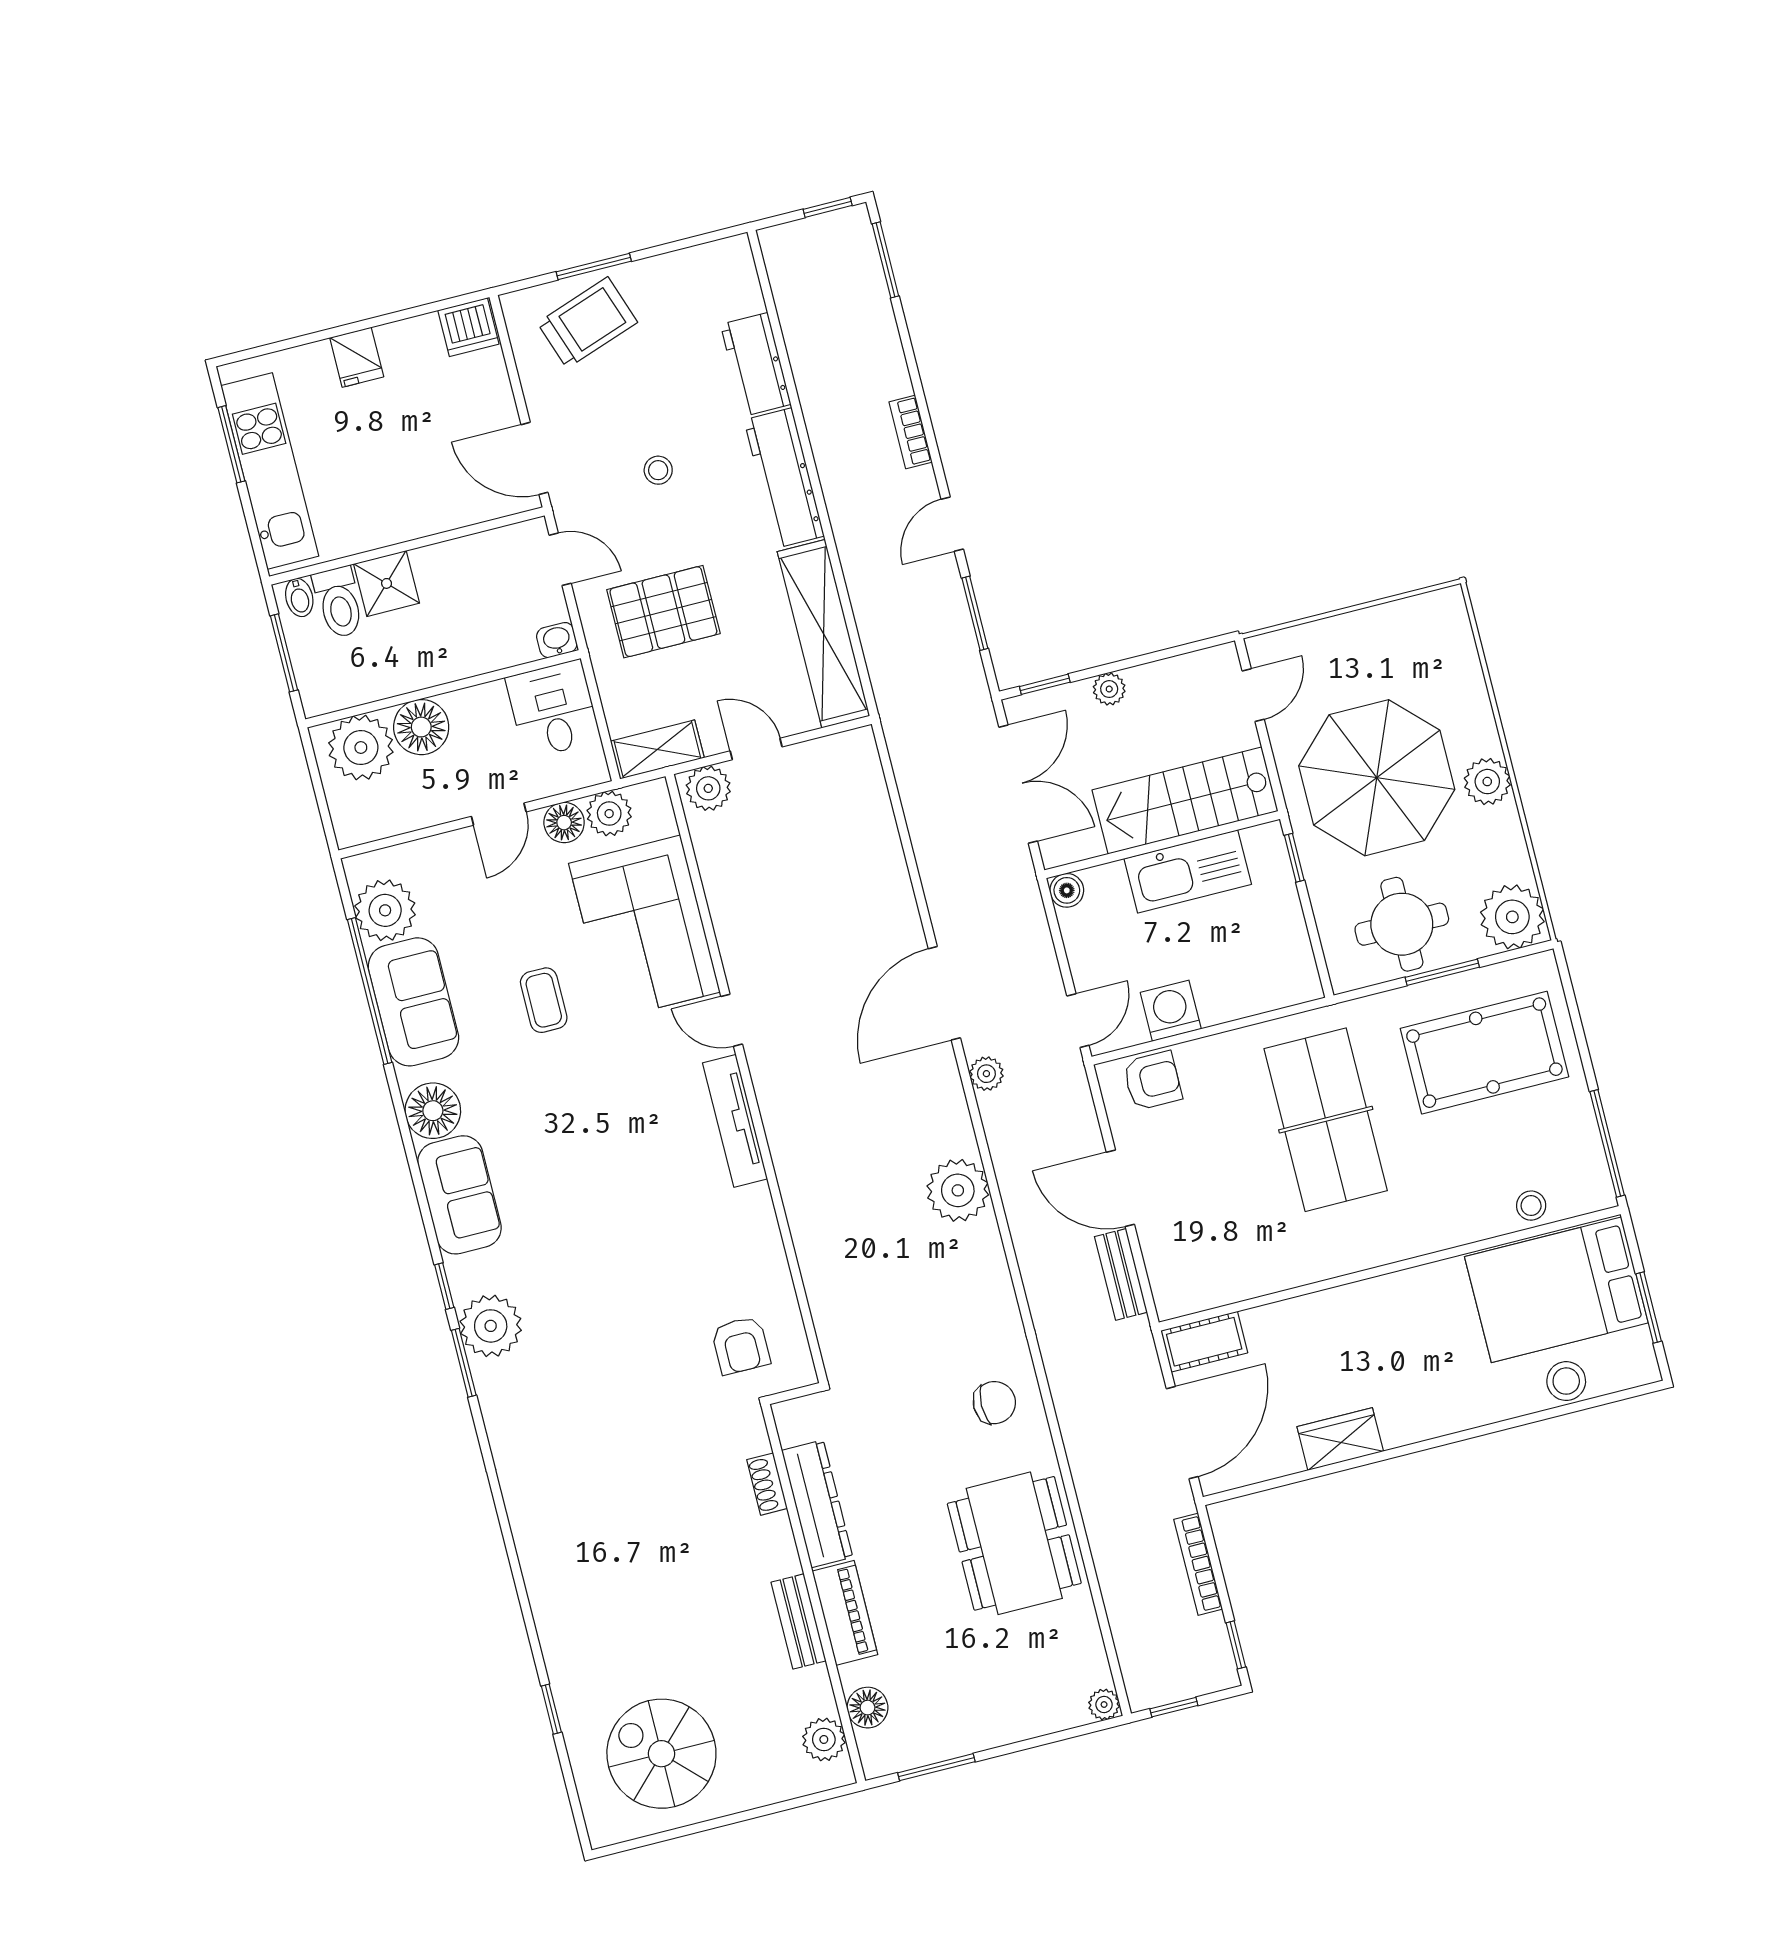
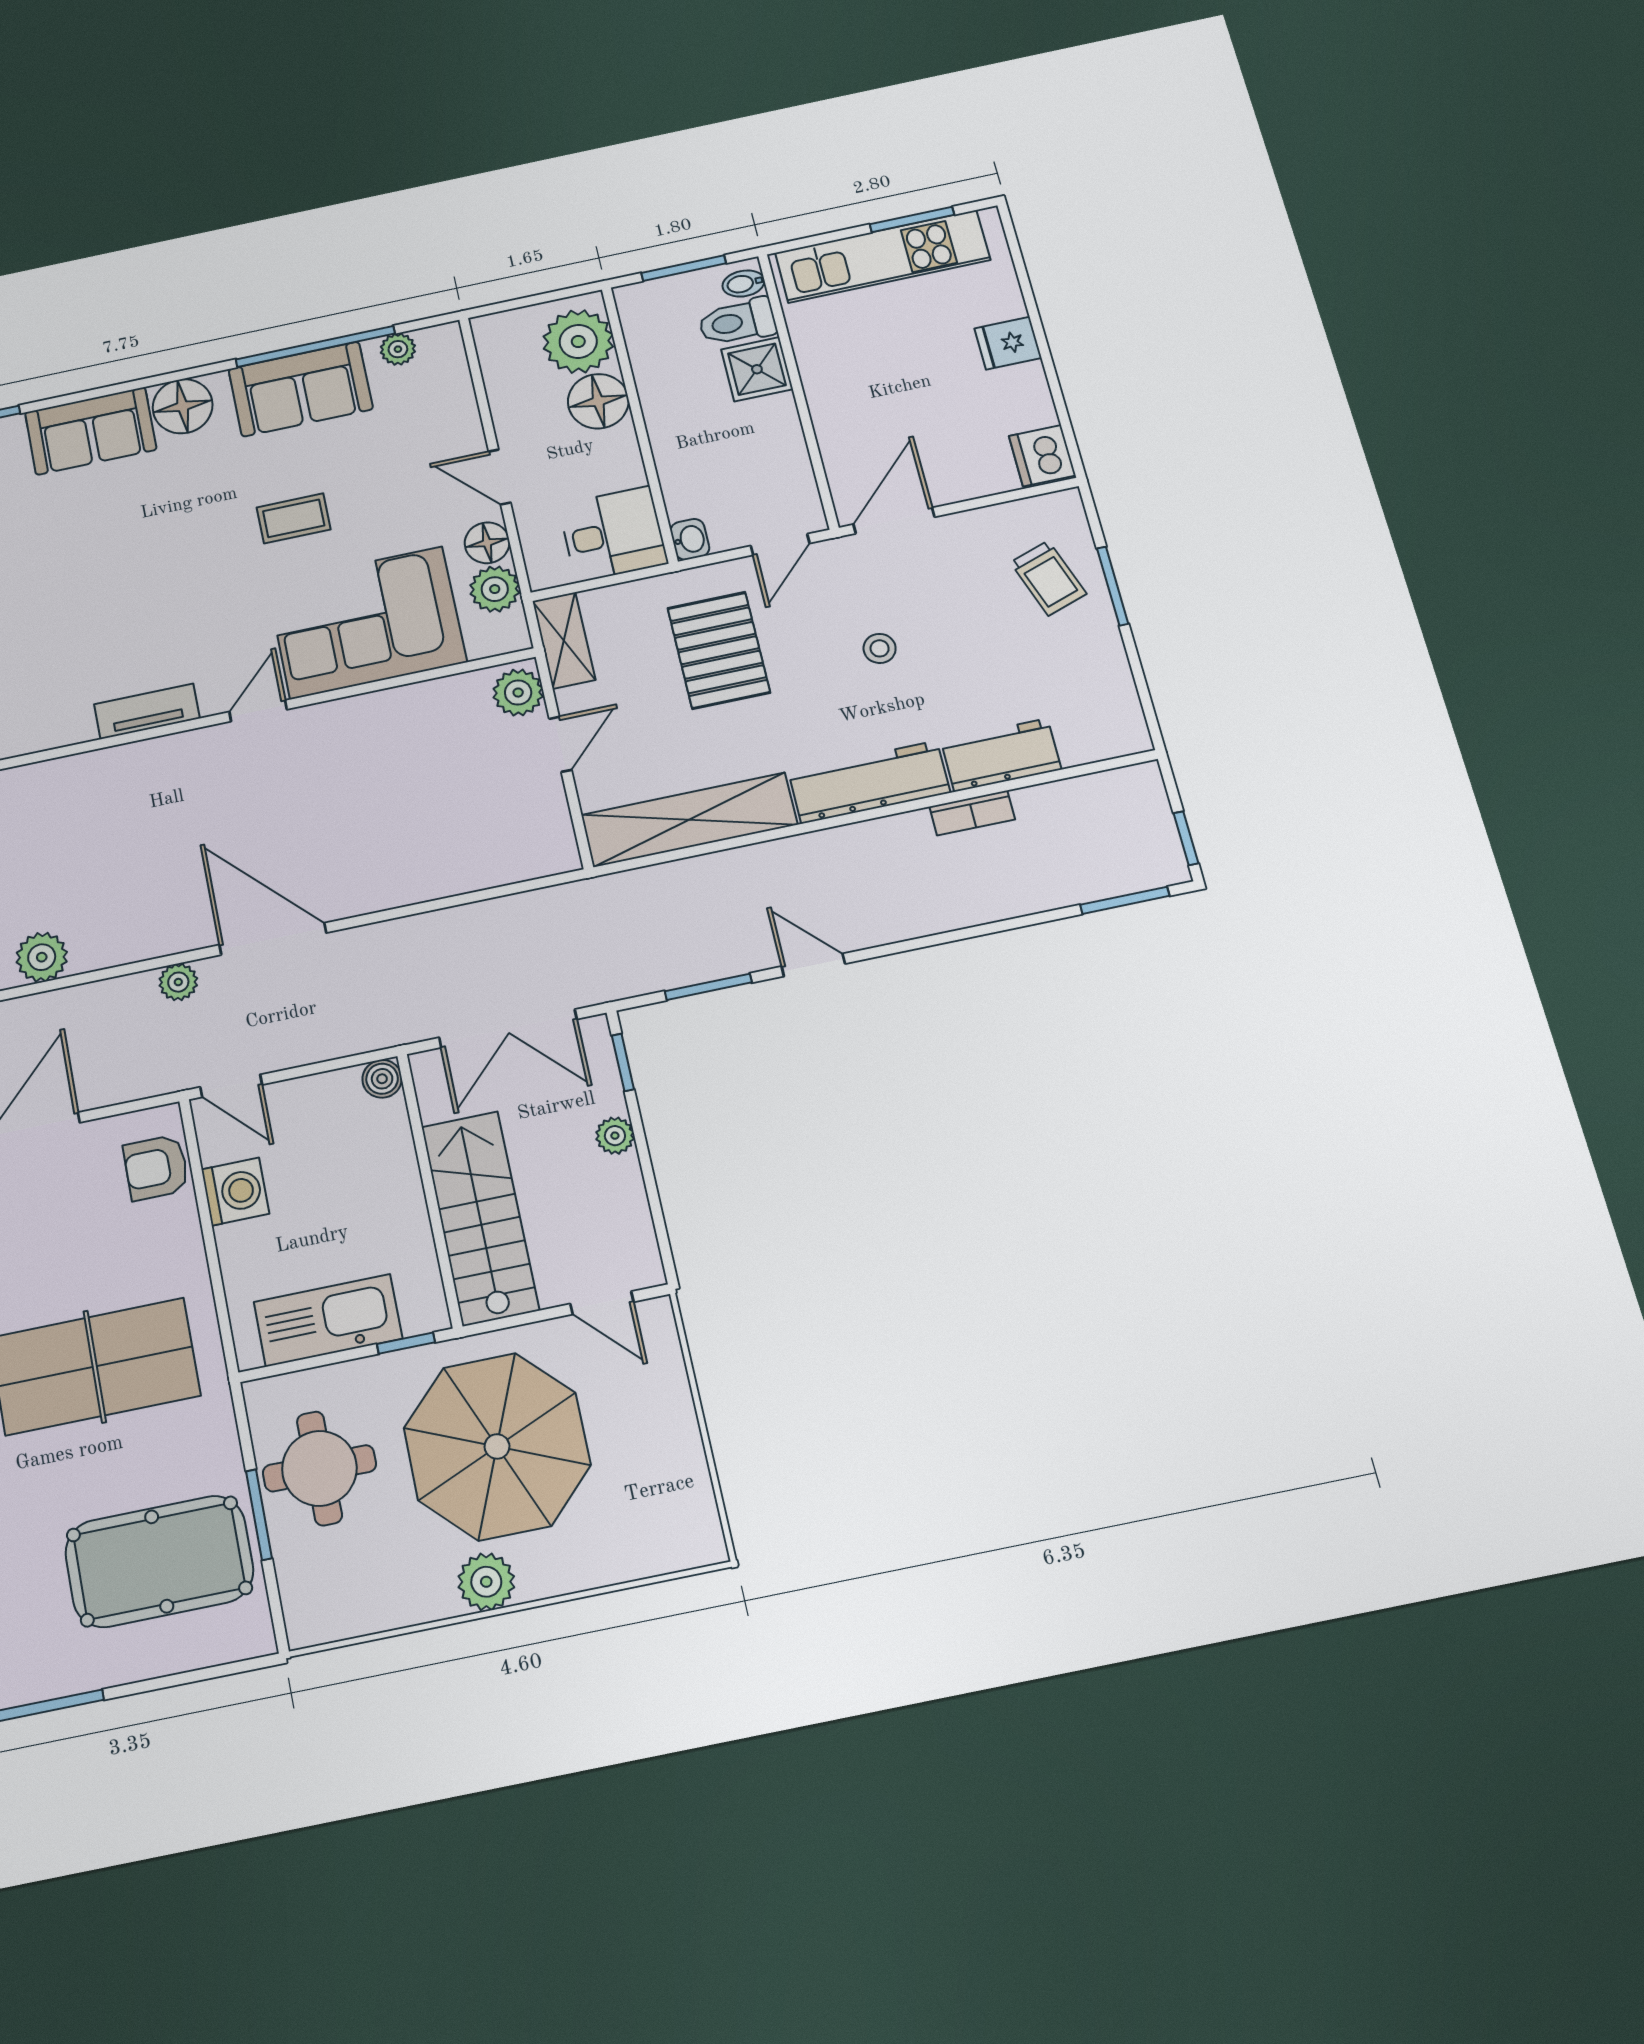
trolley: (587, 323) -> (1048, 578), width x0.73, depth x0.72
bookcase: (911, 432) -> (972, 813), moved, turned 180
kitchen sink: (1188, 871) -> (328, 1320), moved, turned 90
plant: (385, 910) -> (398, 349), width x0.53, depth x0.53
plant: (1512, 917) -> (320, 1604), removed
pool table: (1484, 1053) -> (159, 1561), turned 90
armchair: (1152, 1081) -> (156, 1168), turned 90
tv unit: (735, 1121) -> (147, 711), width x0.71
plant: (958, 1190) -> (42, 957), width x0.73, depth x0.73

